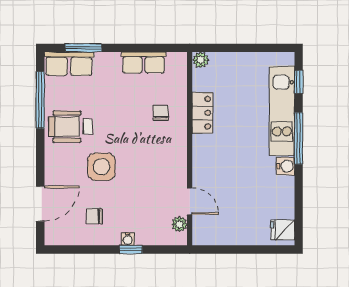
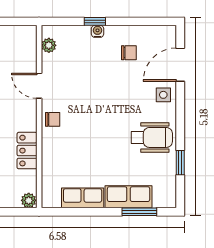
row of seats: (69, 64) -> (129, 197), moved
window: (40, 100) -> (180, 163), width x0.46
chair: (161, 113) -> (53, 119), moved, turned -90
side table: (101, 167) -> (163, 95), moved, width x0.54, depth x0.54
door: (190, 201) -> (39, 86), moved

